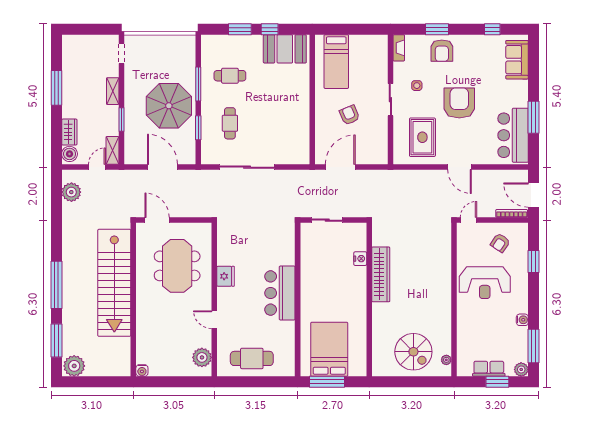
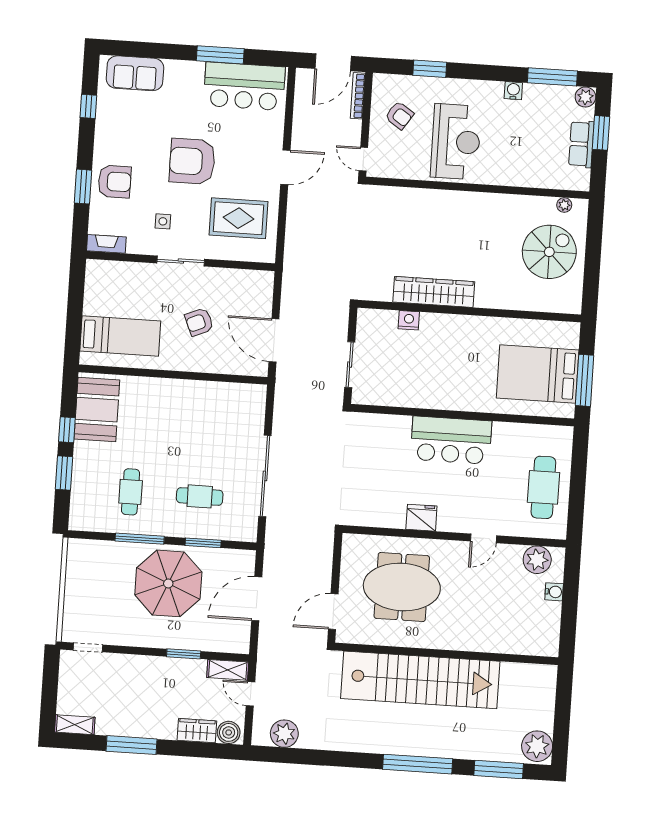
shelving: (113, 91) -> (75, 725), moved
water cooler: (142, 370) -> (554, 592), moved

